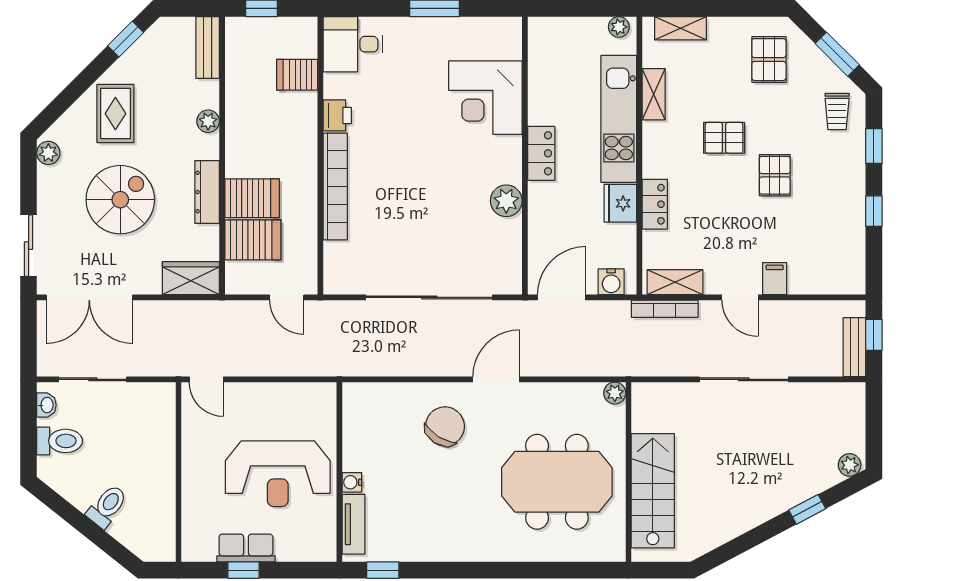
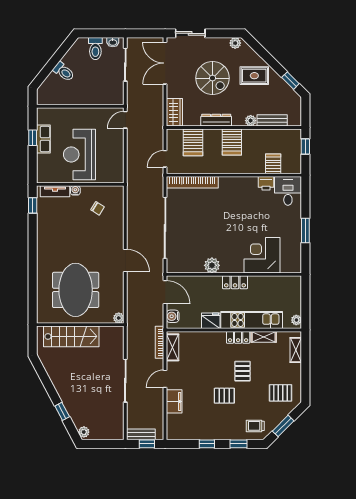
bench: (208, 47) -> (272, 120), moved
printer: (337, 115) -> (266, 183), moved
bookcase: (335, 187) -> (192, 182), moved
server rack: (252, 198) -> (232, 142), moved
locker: (655, 204) -> (238, 337), moved
filing cabinet: (775, 279) -> (174, 401), width x2.00
chair: (445, 426) -> (98, 208), moved, width x0.54, depth x0.54

